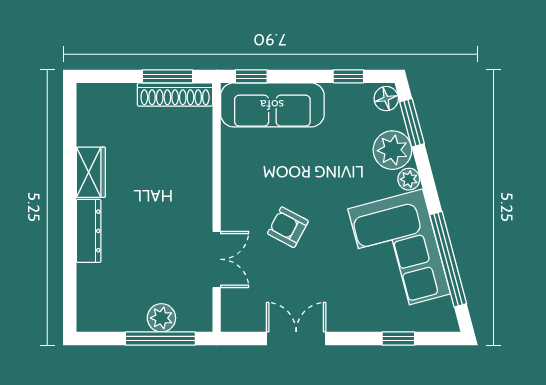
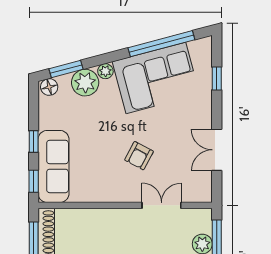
window: (348, 76) -> (34, 142), moved

